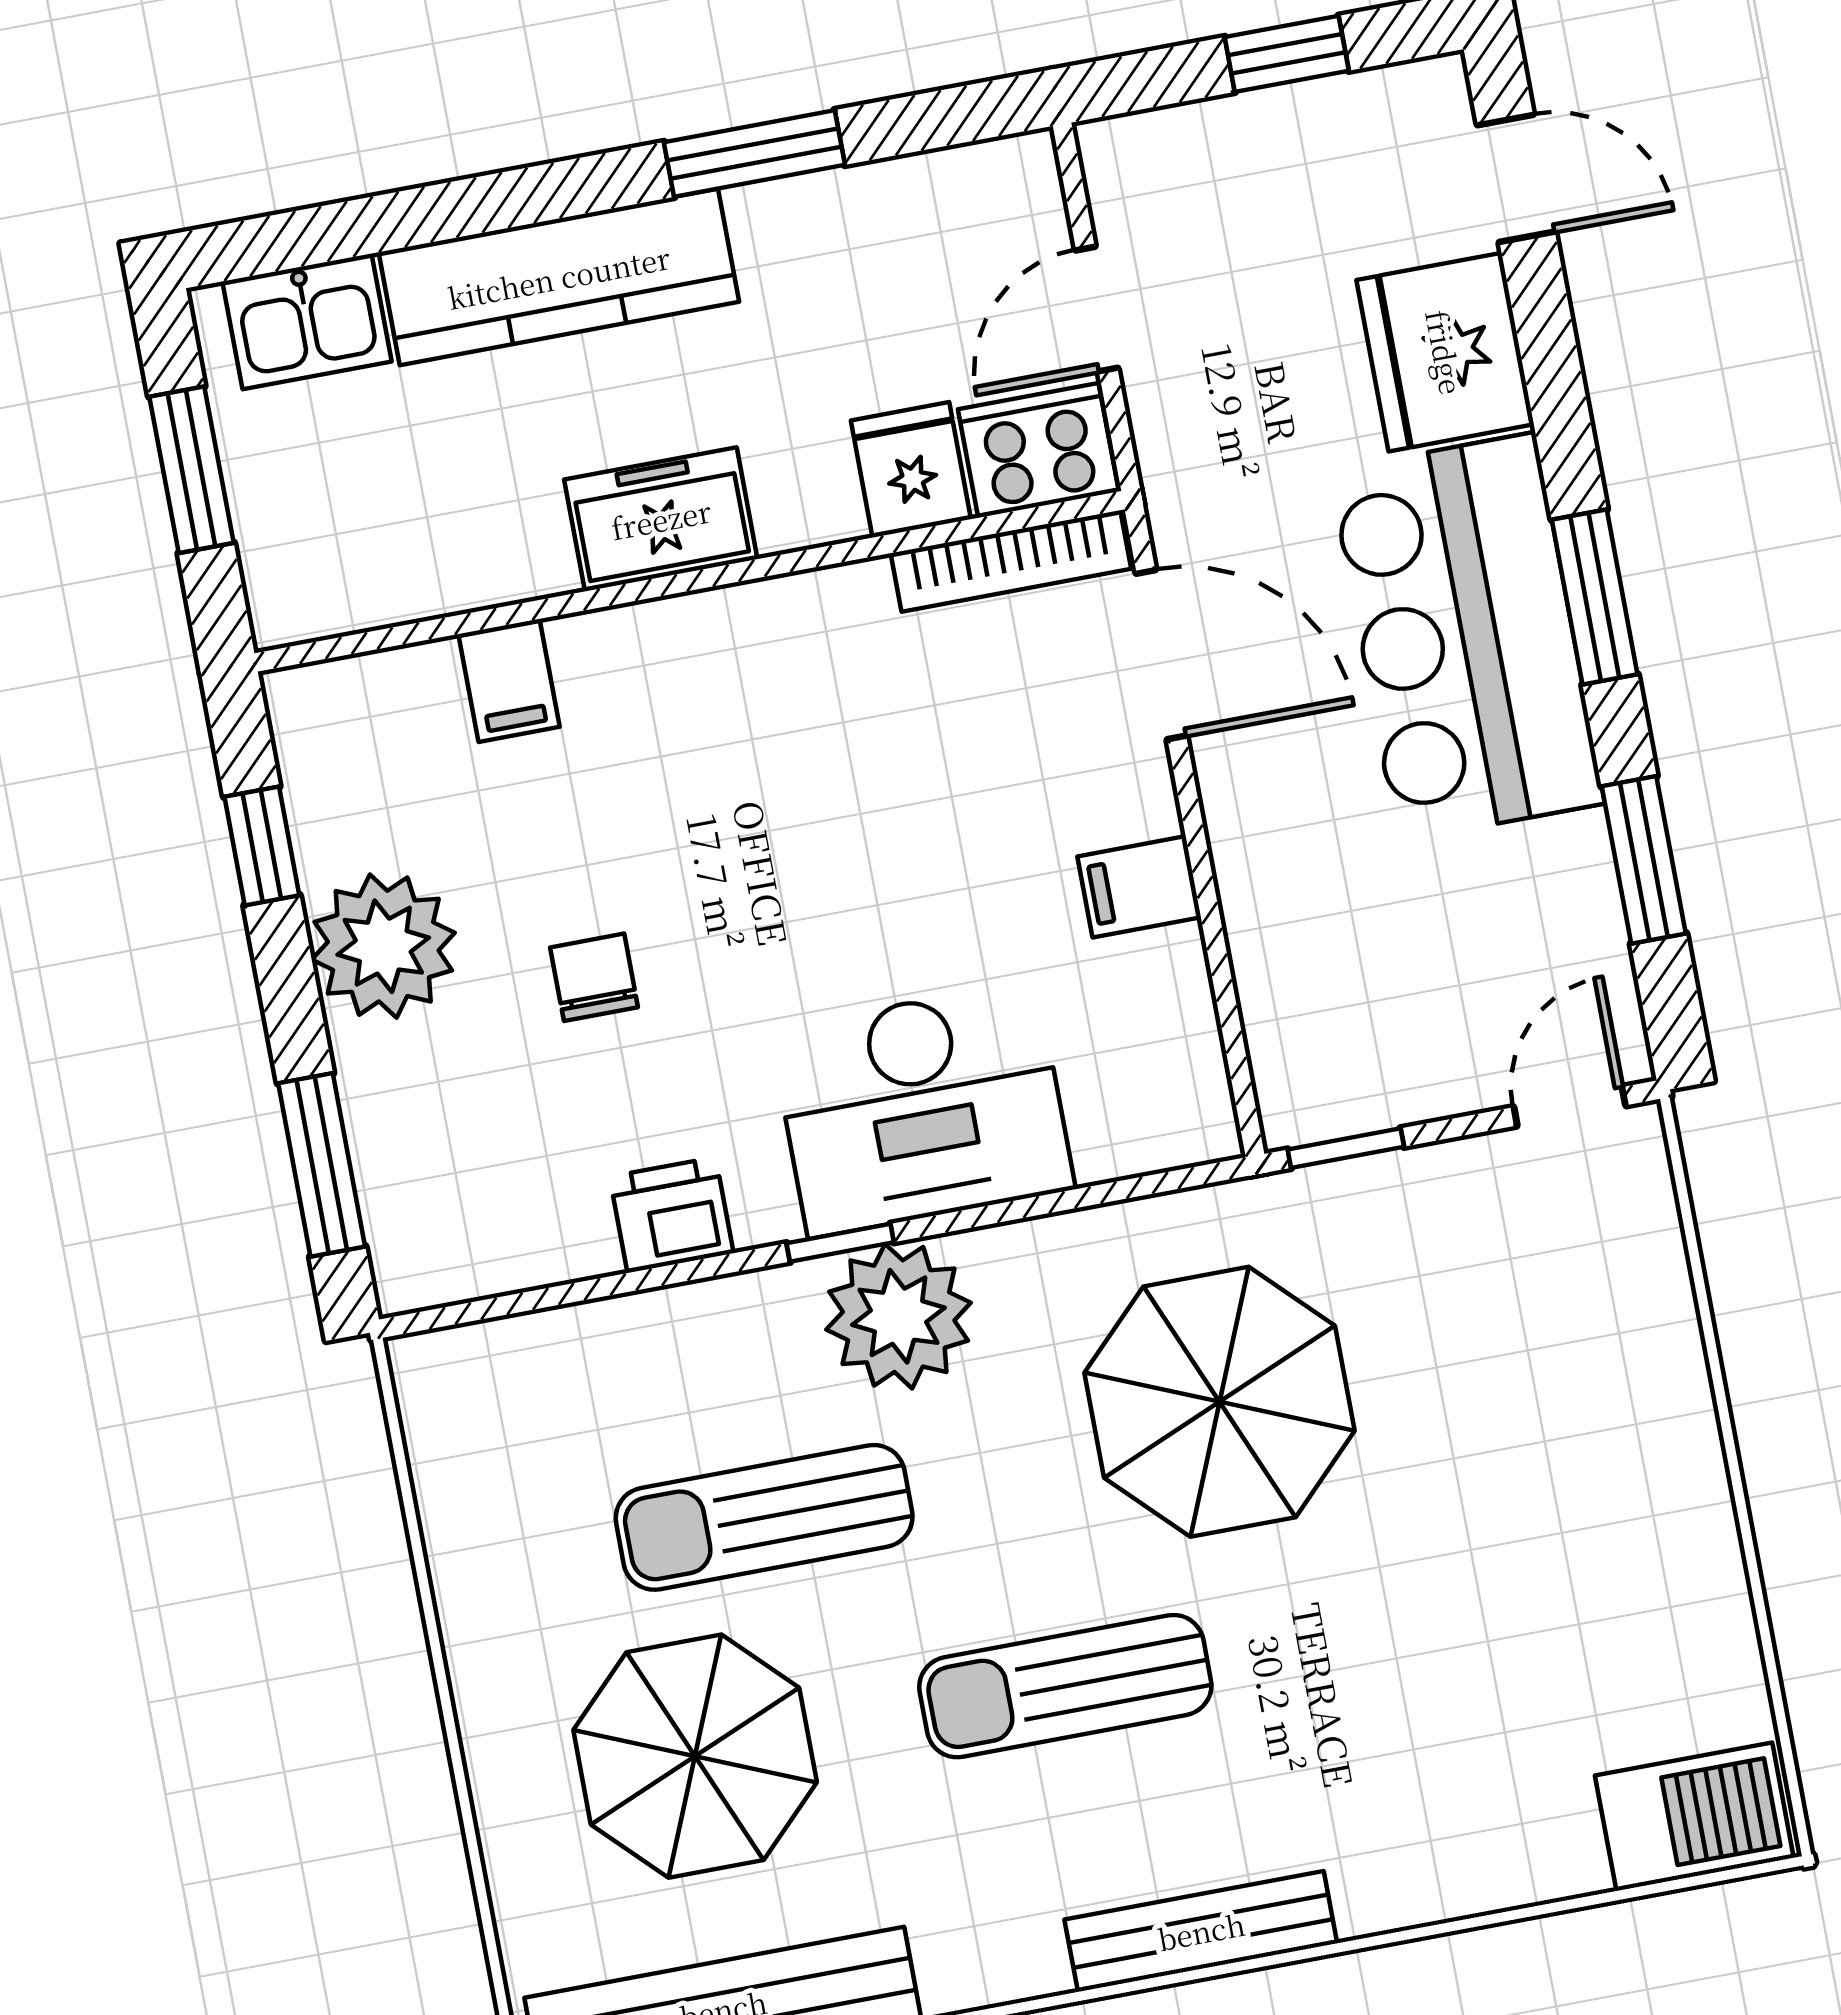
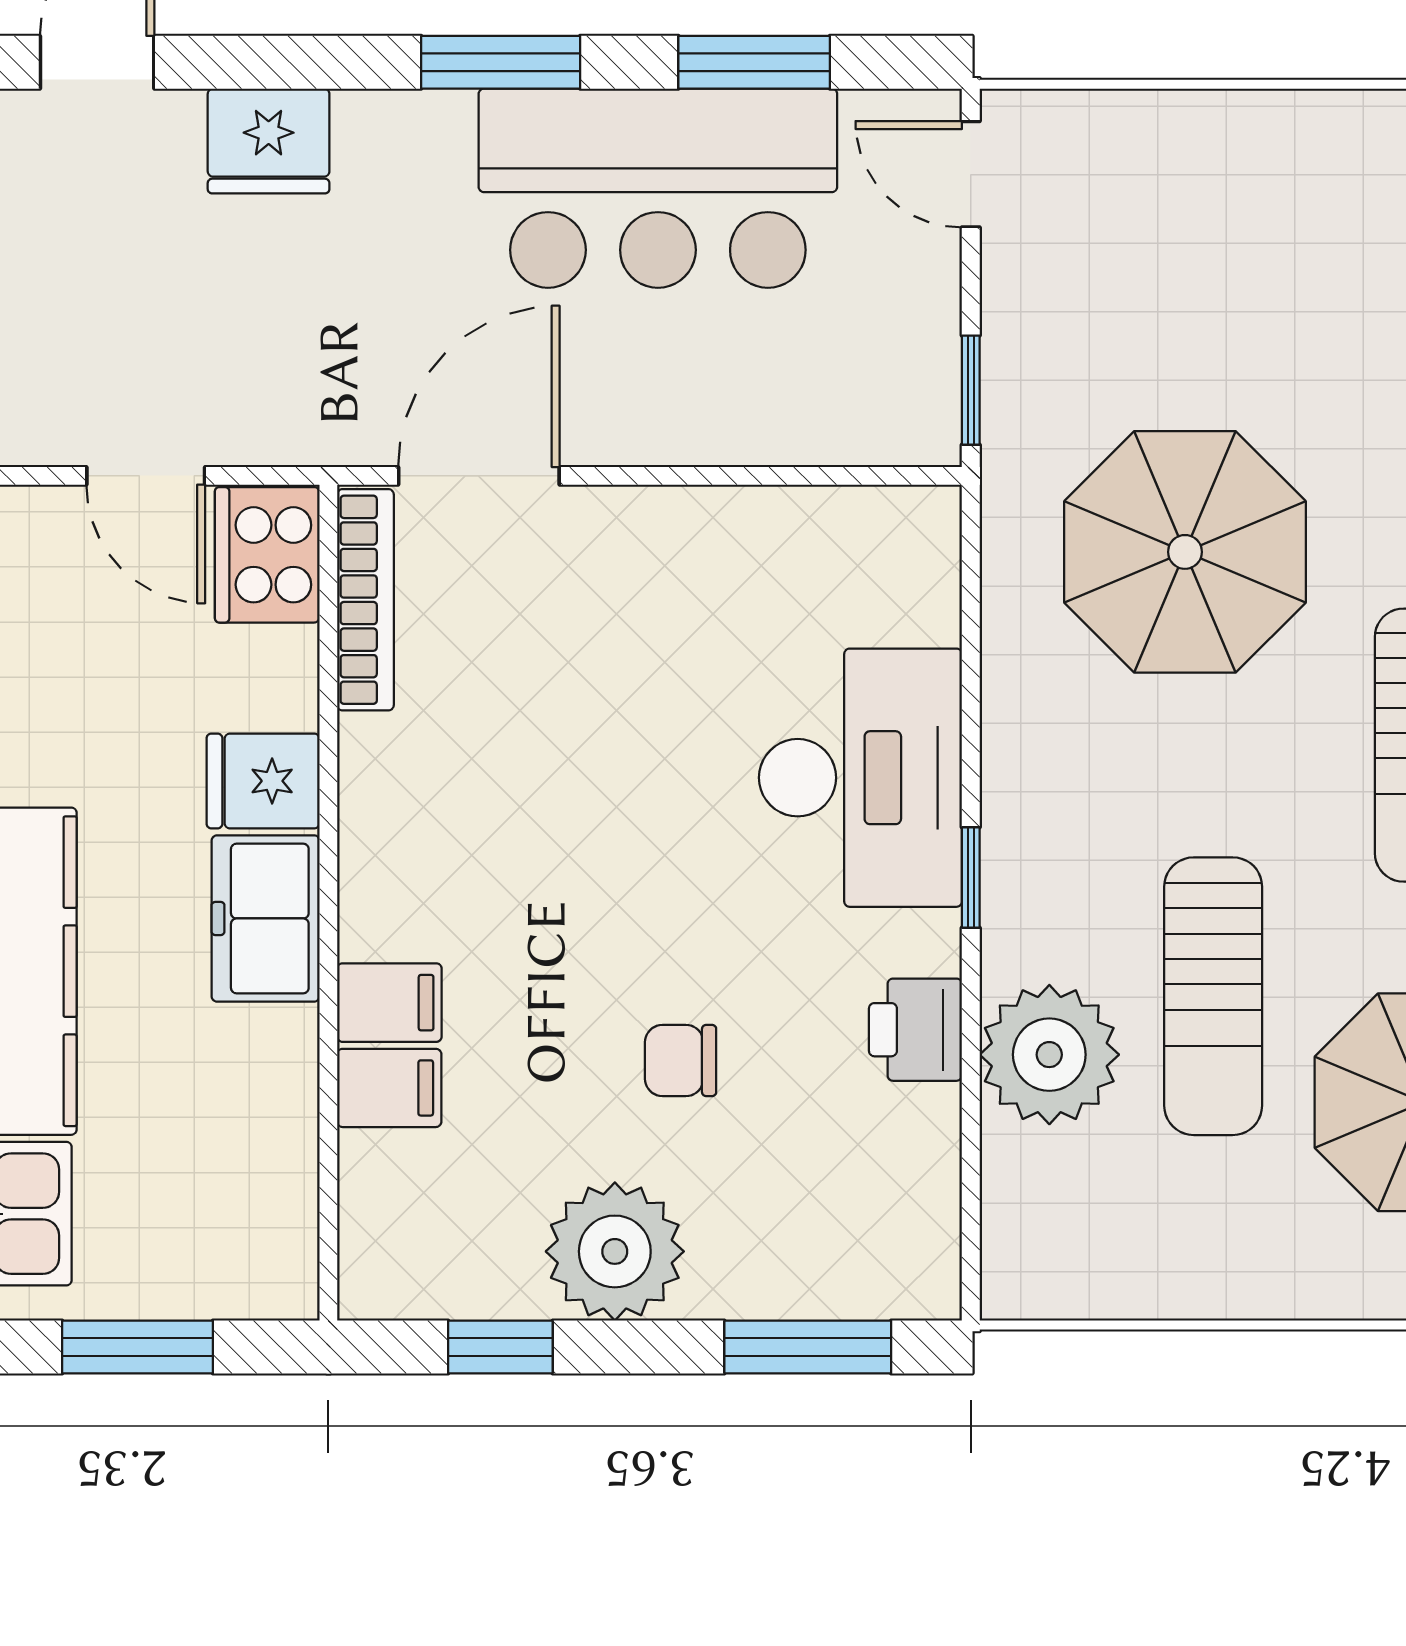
fridge: (1445, 352) -> (269, 141), width x0.73, depth x0.75
fridge: (911, 470) -> (263, 781), moved
bar counter: (1467, 637) -> (658, 188), moved
filing cabinet: (1139, 887) -> (389, 1003), moved, turned -90
plant: (899, 1316) -> (1049, 1055), moved

